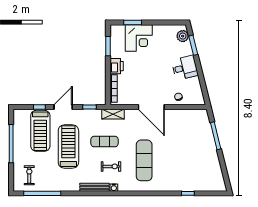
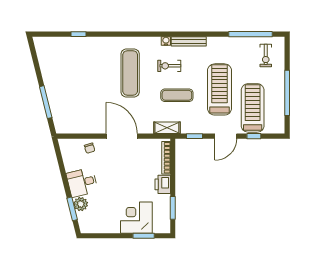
plant: (183, 36) -> (81, 204), moved
treadmill: (68, 146) -> (220, 89), turned 180

